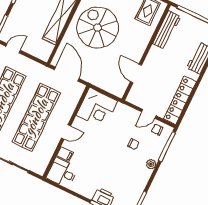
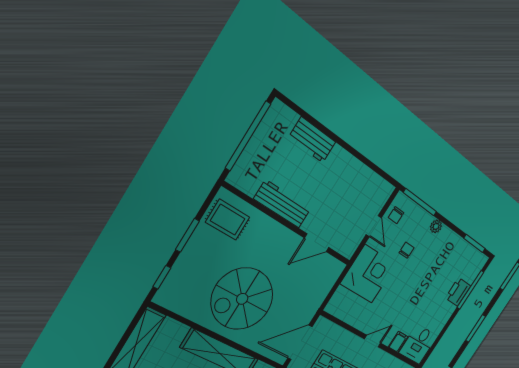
workbench: (167, 30) -> (282, 204), moved
locker: (180, 100) -> (365, 178), removed
corner desk: (97, 108) -> (368, 274), moved
door: (66, 132) -> (373, 341), hinge flipped

